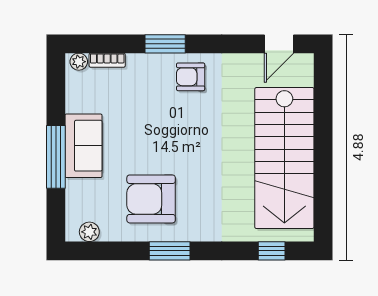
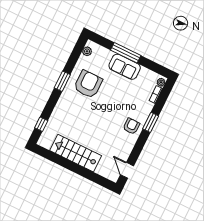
stairs: (284, 158) -> (76, 153), width x0.73, depth x0.66

